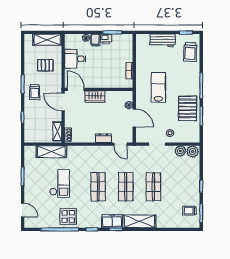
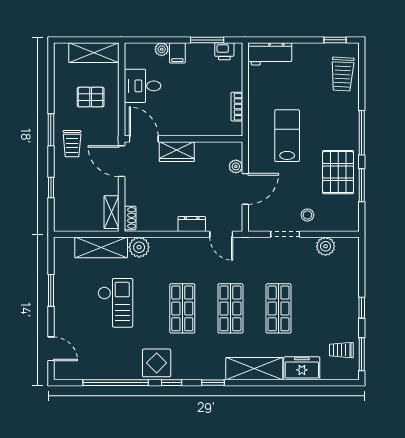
printer: (106, 39) -> (224, 51), moved
workbench: (163, 40) -> (270, 54), moved
door: (134, 118) -> (245, 189), hinge flipped
plant: (193, 152) -> (139, 247), moved
display table: (68, 216) -> (157, 363), moved
freezer: (112, 221) -> (302, 368), moved

